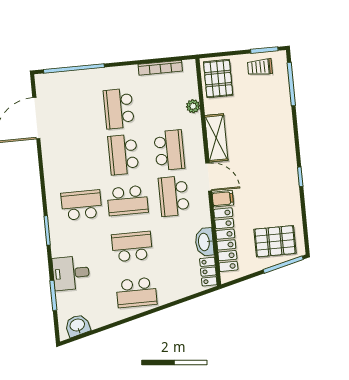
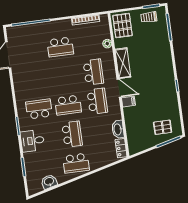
school desk: (119, 109) -> (60, 47), turned -90
school desk: (123, 155) -> (64, 76), removed
school desk: (174, 196) -> (97, 101), turned 180
locker: (226, 240) -> (131, 127), removed
pallet: (275, 241) -> (163, 127), width x0.67, depth x0.71
school desk: (132, 247) -> (72, 134), turned 90
desk: (71, 273) -> (32, 141), moved
washbasin: (77, 326) -> (49, 182), moved

